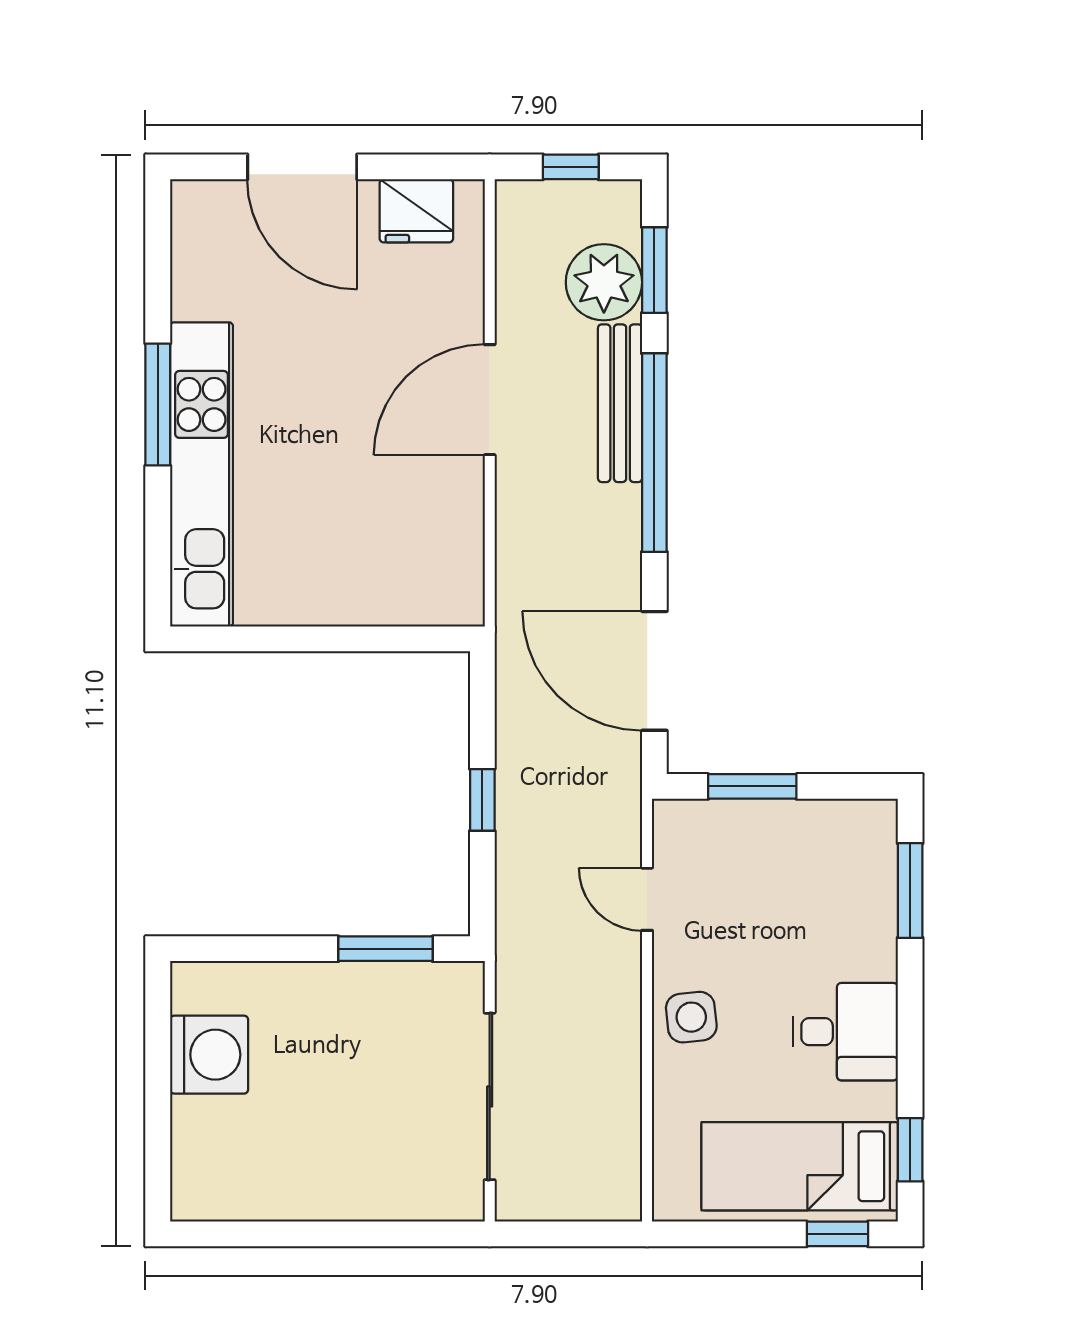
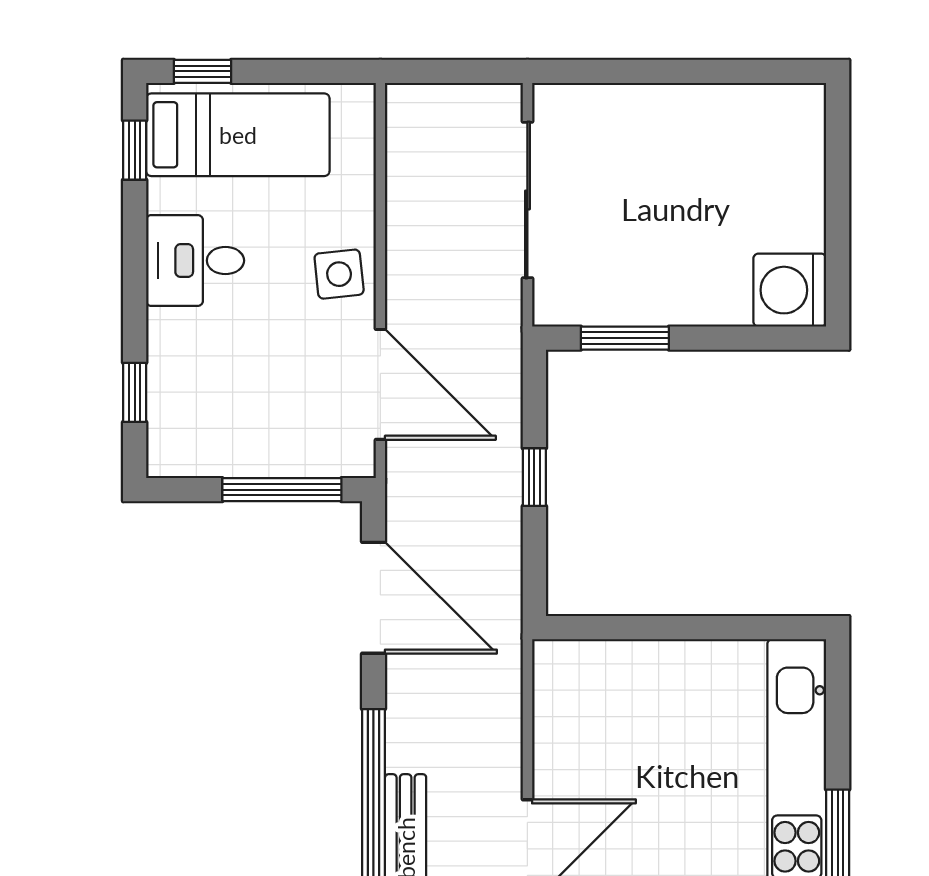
window: (752, 786) -> (282, 490), width x1.44
window: (910, 890) -> (135, 392), width x0.67
door: (647, 899) -> (380, 384), width x1.88
washing machine: (209, 1055) -> (790, 290), moved

